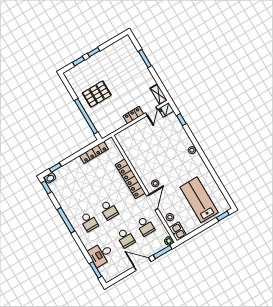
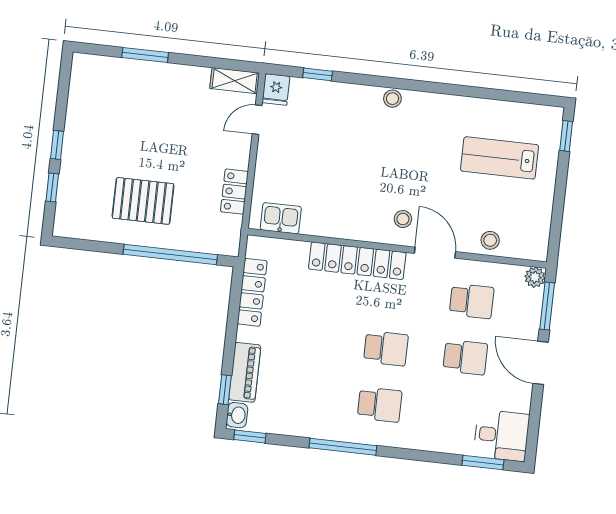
pallet: (97, 94) -> (143, 201), turned 90
door: (151, 111) -> (257, 120), swing flipped
locker: (133, 115) -> (234, 192), moved
piano: (66, 170) -> (245, 372), added
lab bench: (199, 200) -> (499, 158), width x0.73, depth x0.72
kitchen sink: (178, 231) -> (281, 218), moved
desk: (101, 254) -> (501, 435), moved, turned -90
door: (142, 264) -> (541, 363), hinge flipped

